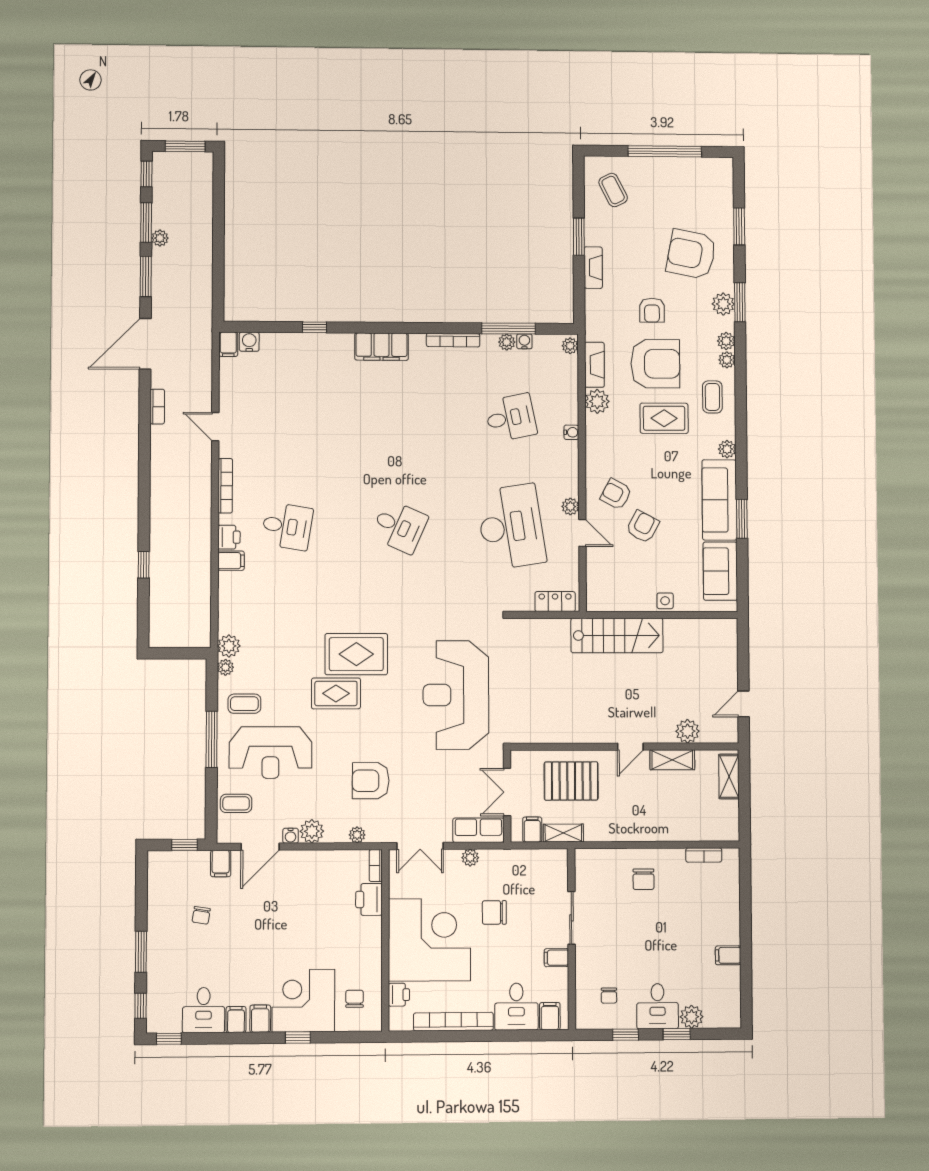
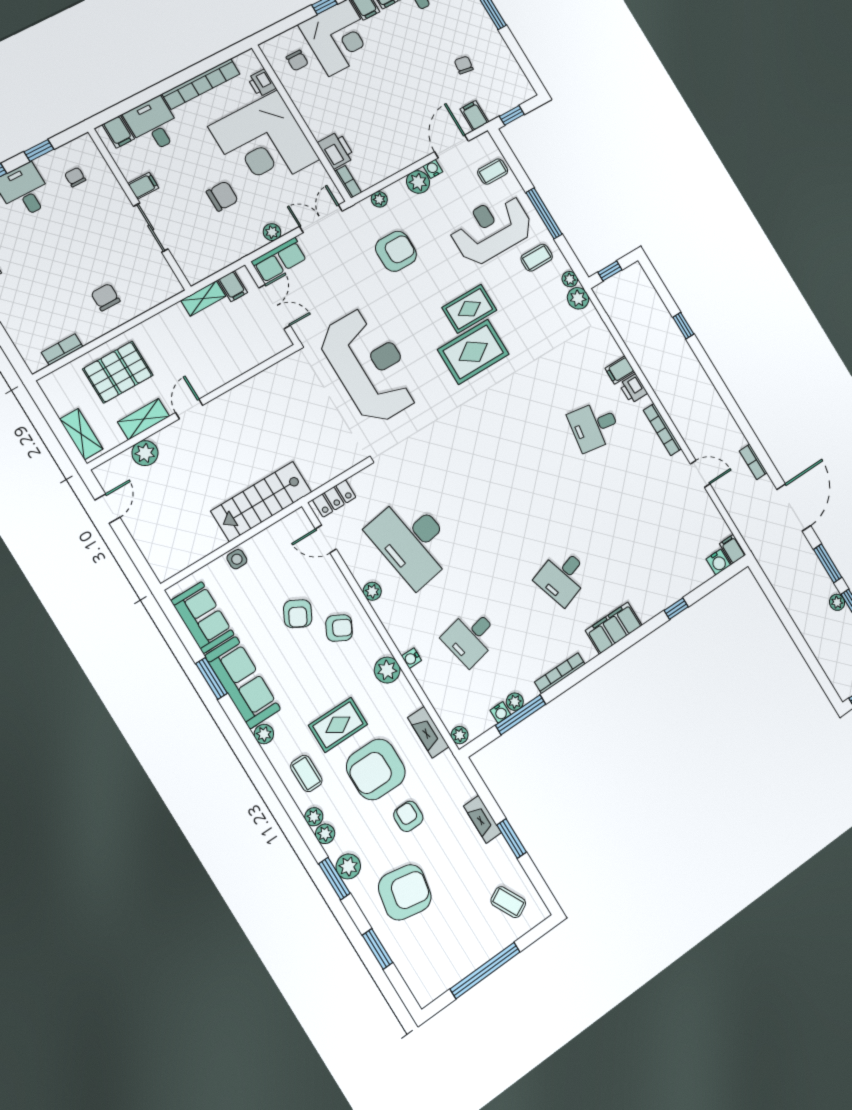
plant: (597, 401) -> (387, 670), moved
desk: (399, 527) -> (562, 577), moved, turned -42
door: (582, 533) -> (326, 539), moved
window: (182, 653) -> (610, 271), added
pallet: (571, 781) -> (118, 372), moved

